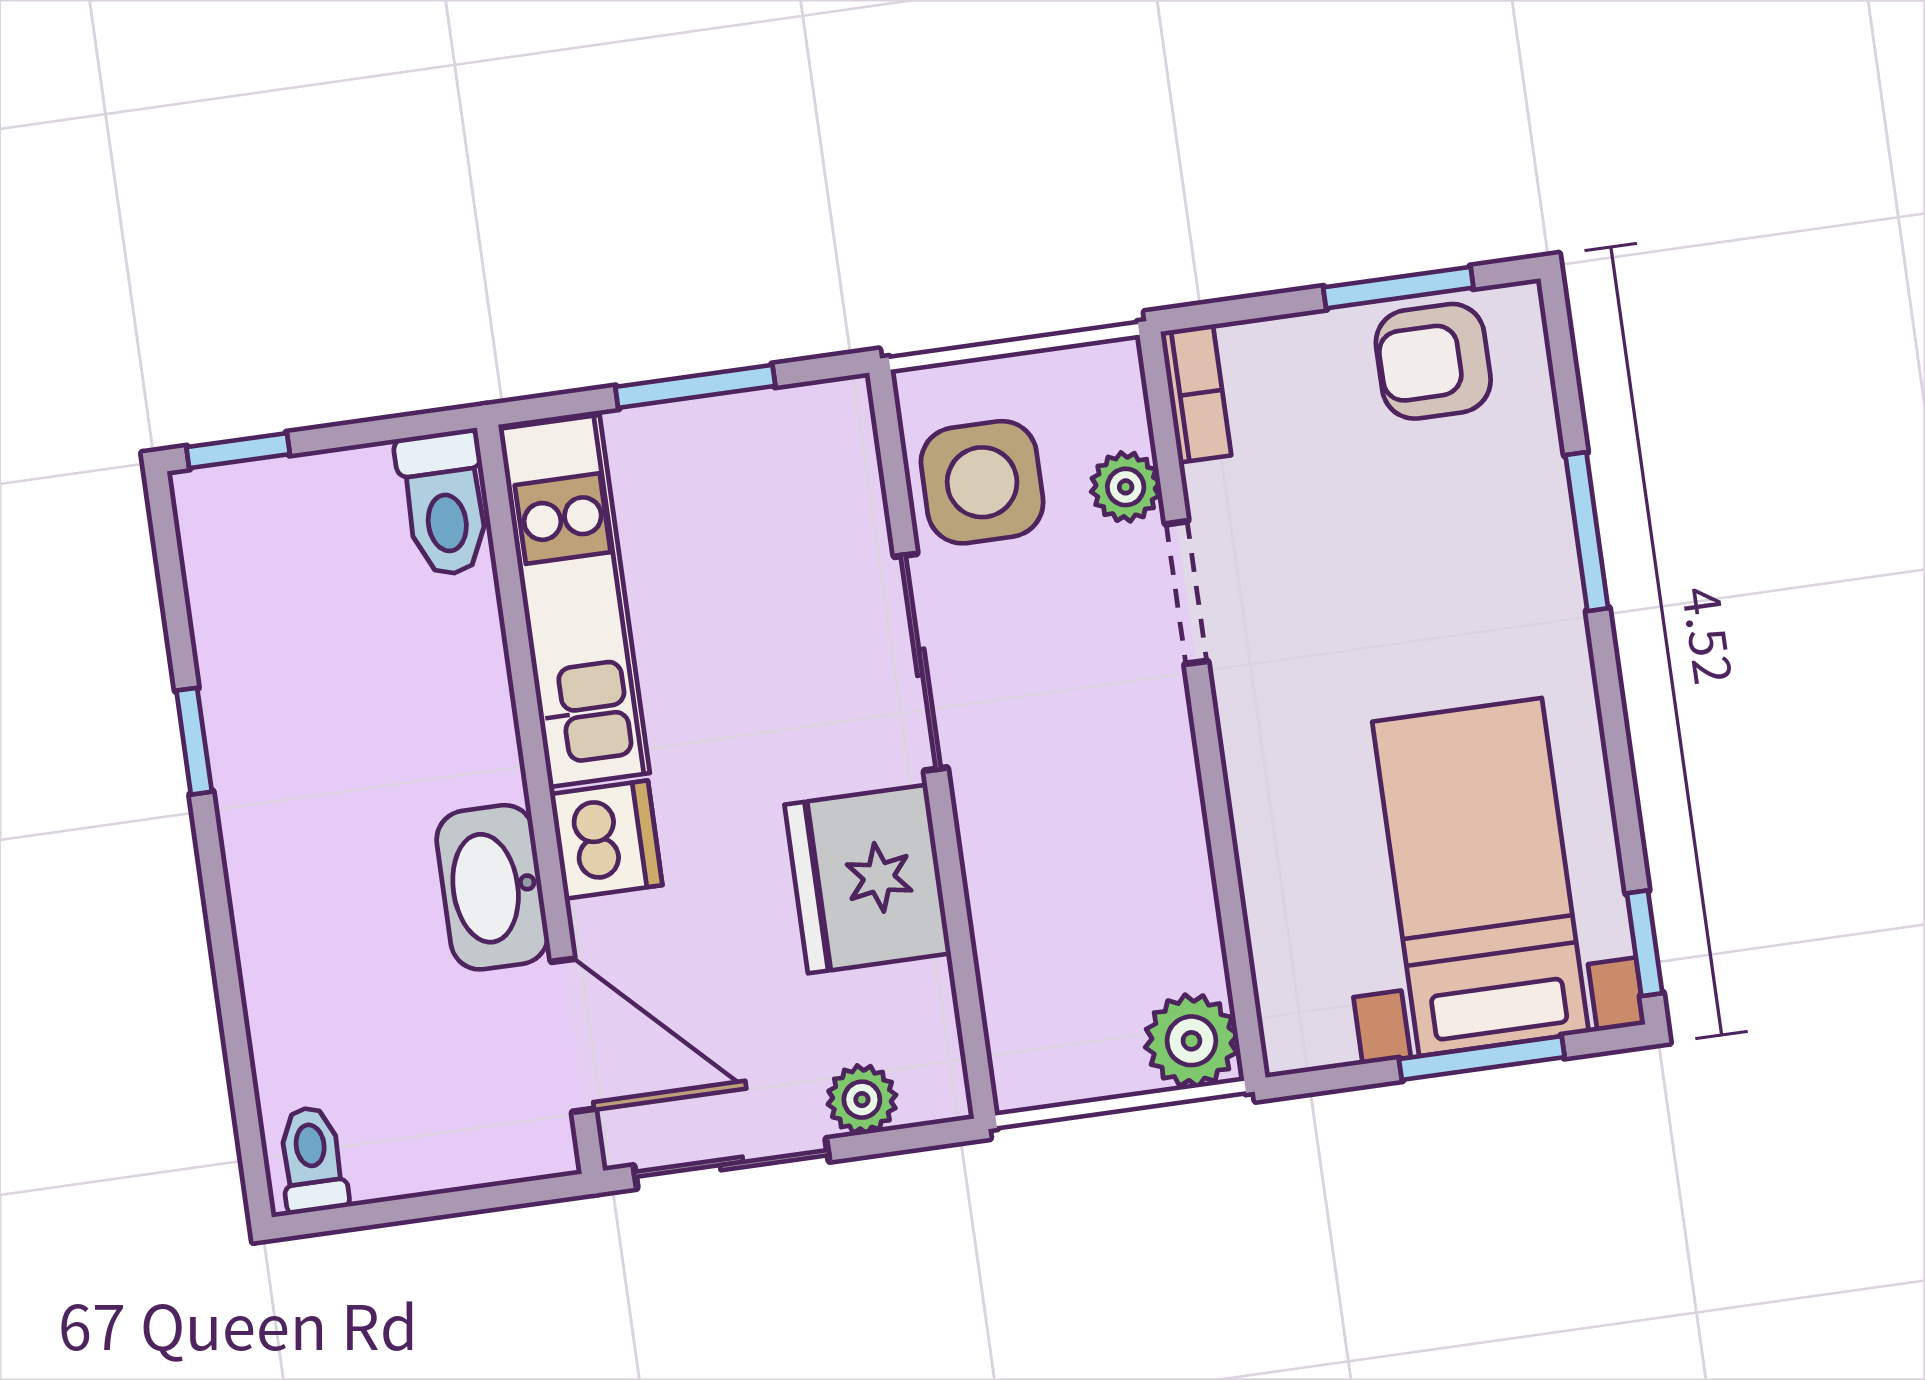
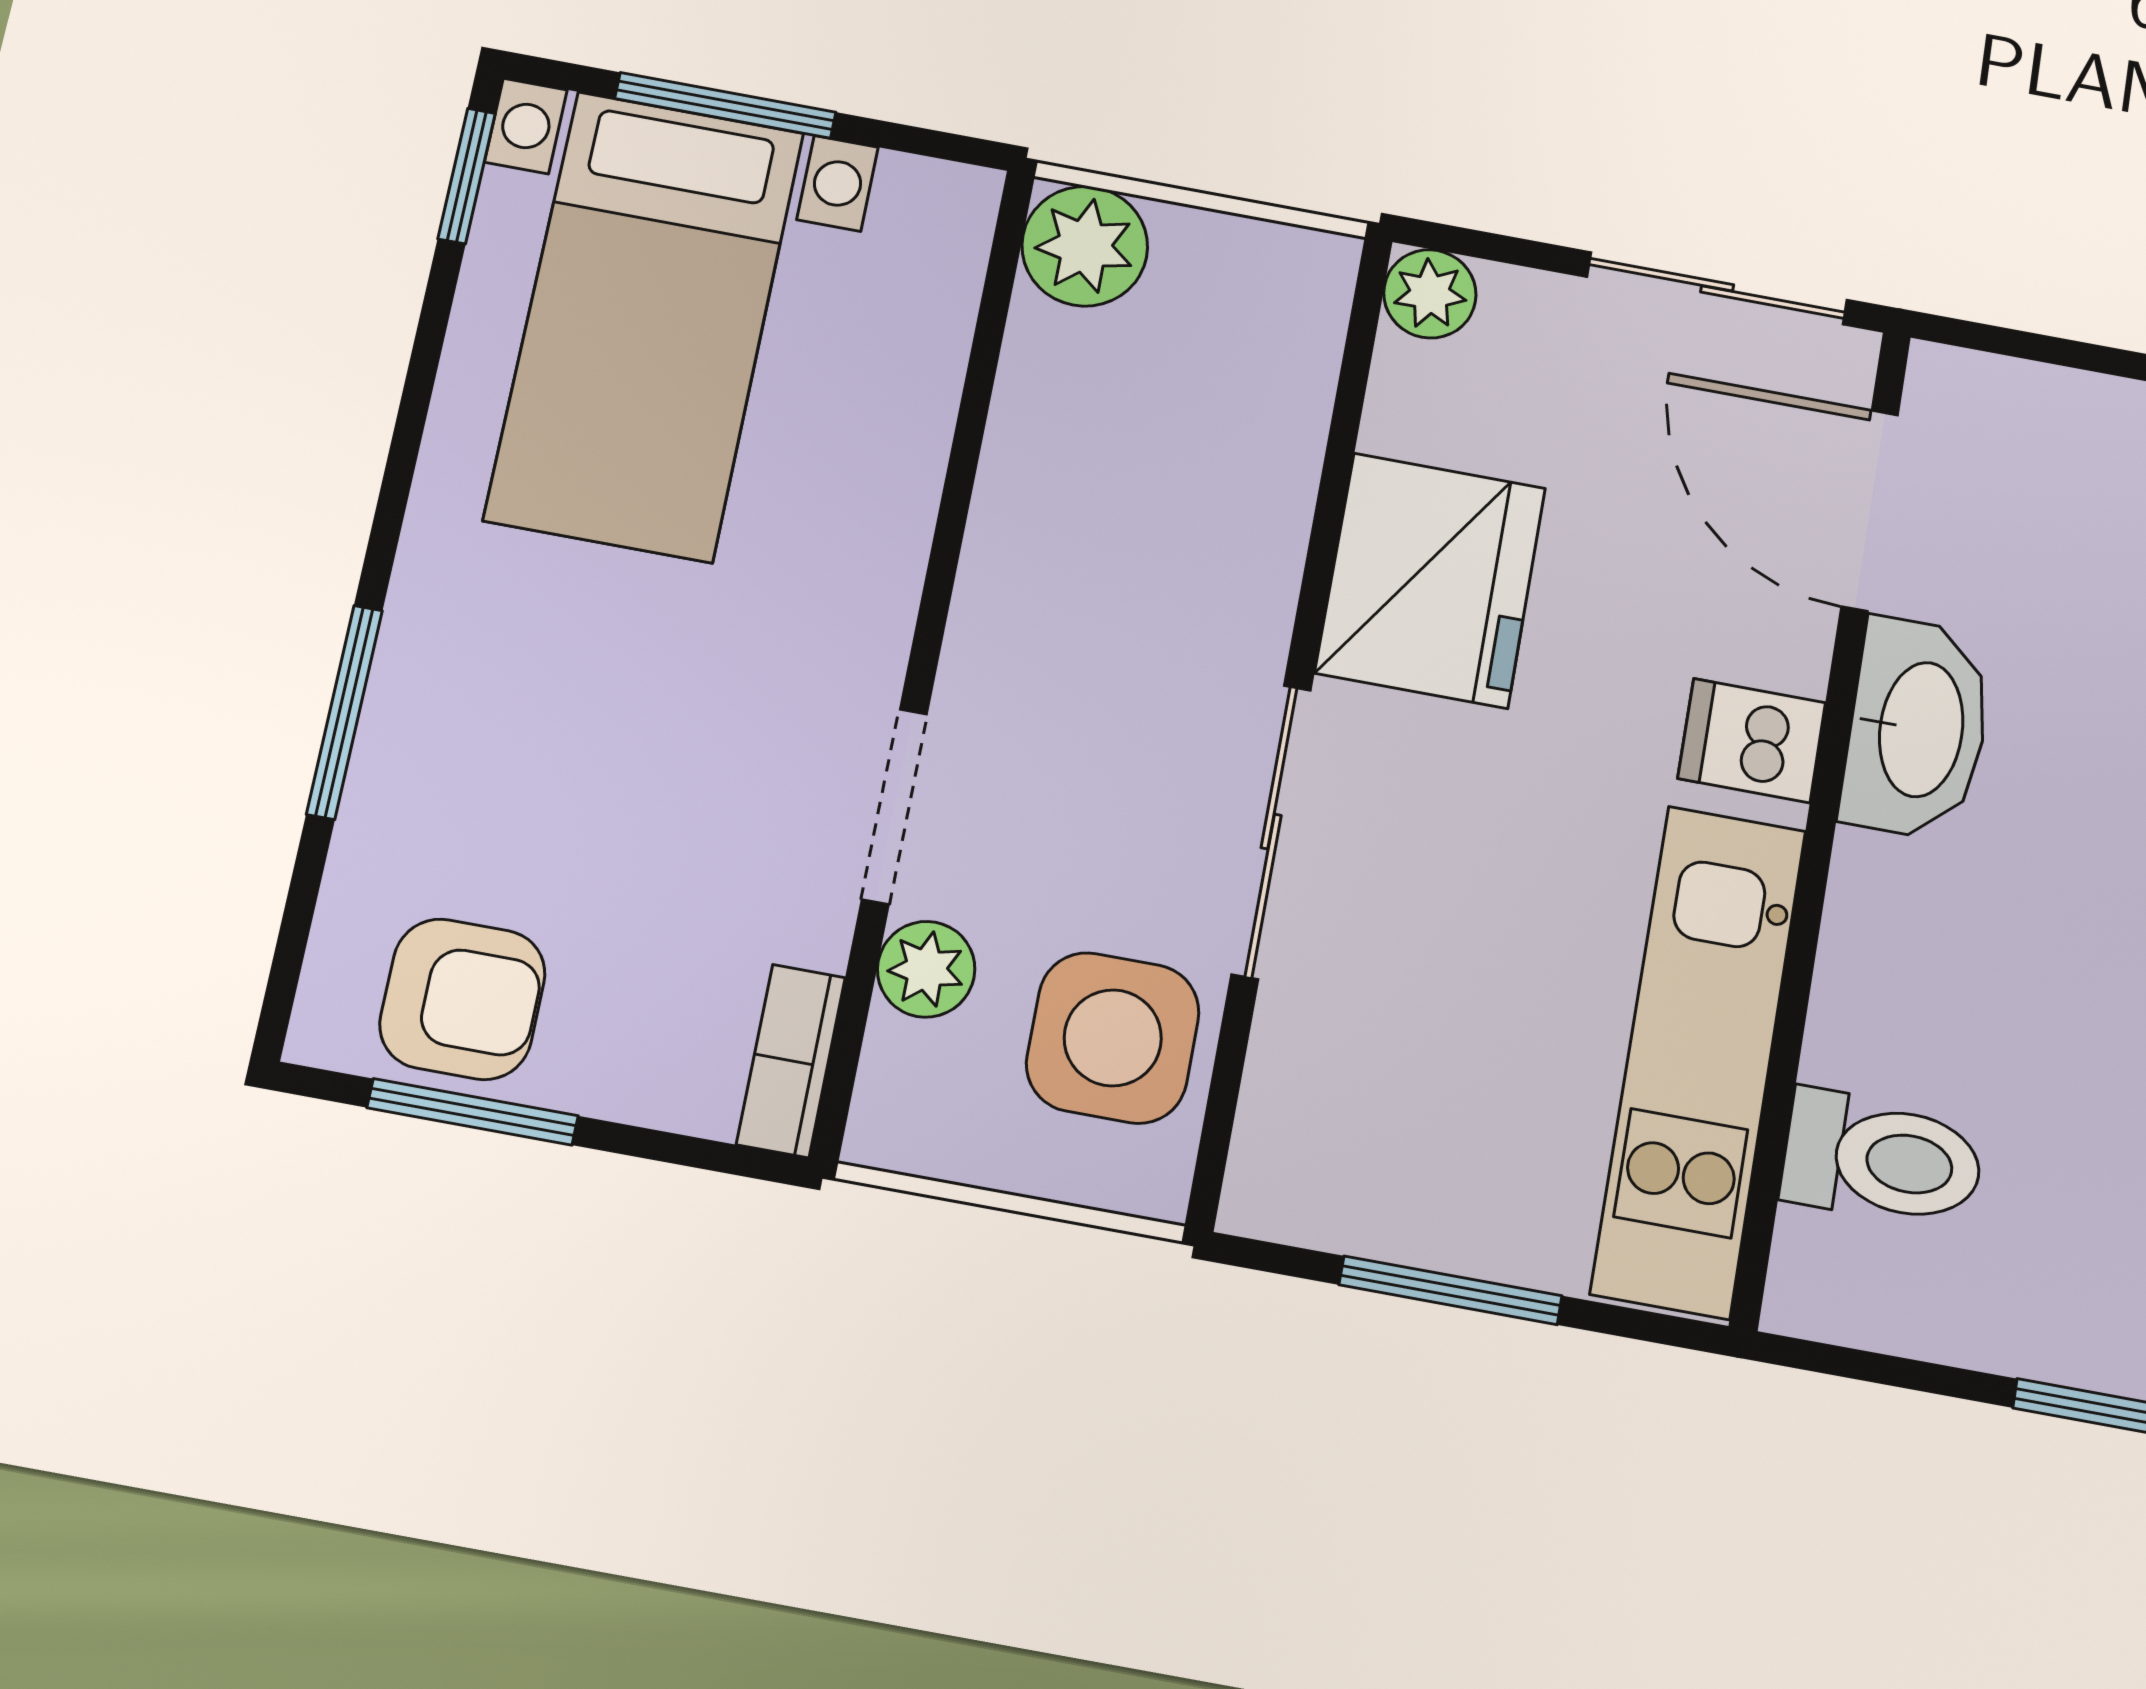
toilet: (445, 503) -> (1883, 1159), moved, turned 90
dishwasher: (606, 840) -> (1752, 741), width x0.73
plant: (862, 1100) -> (1430, 294), moved

